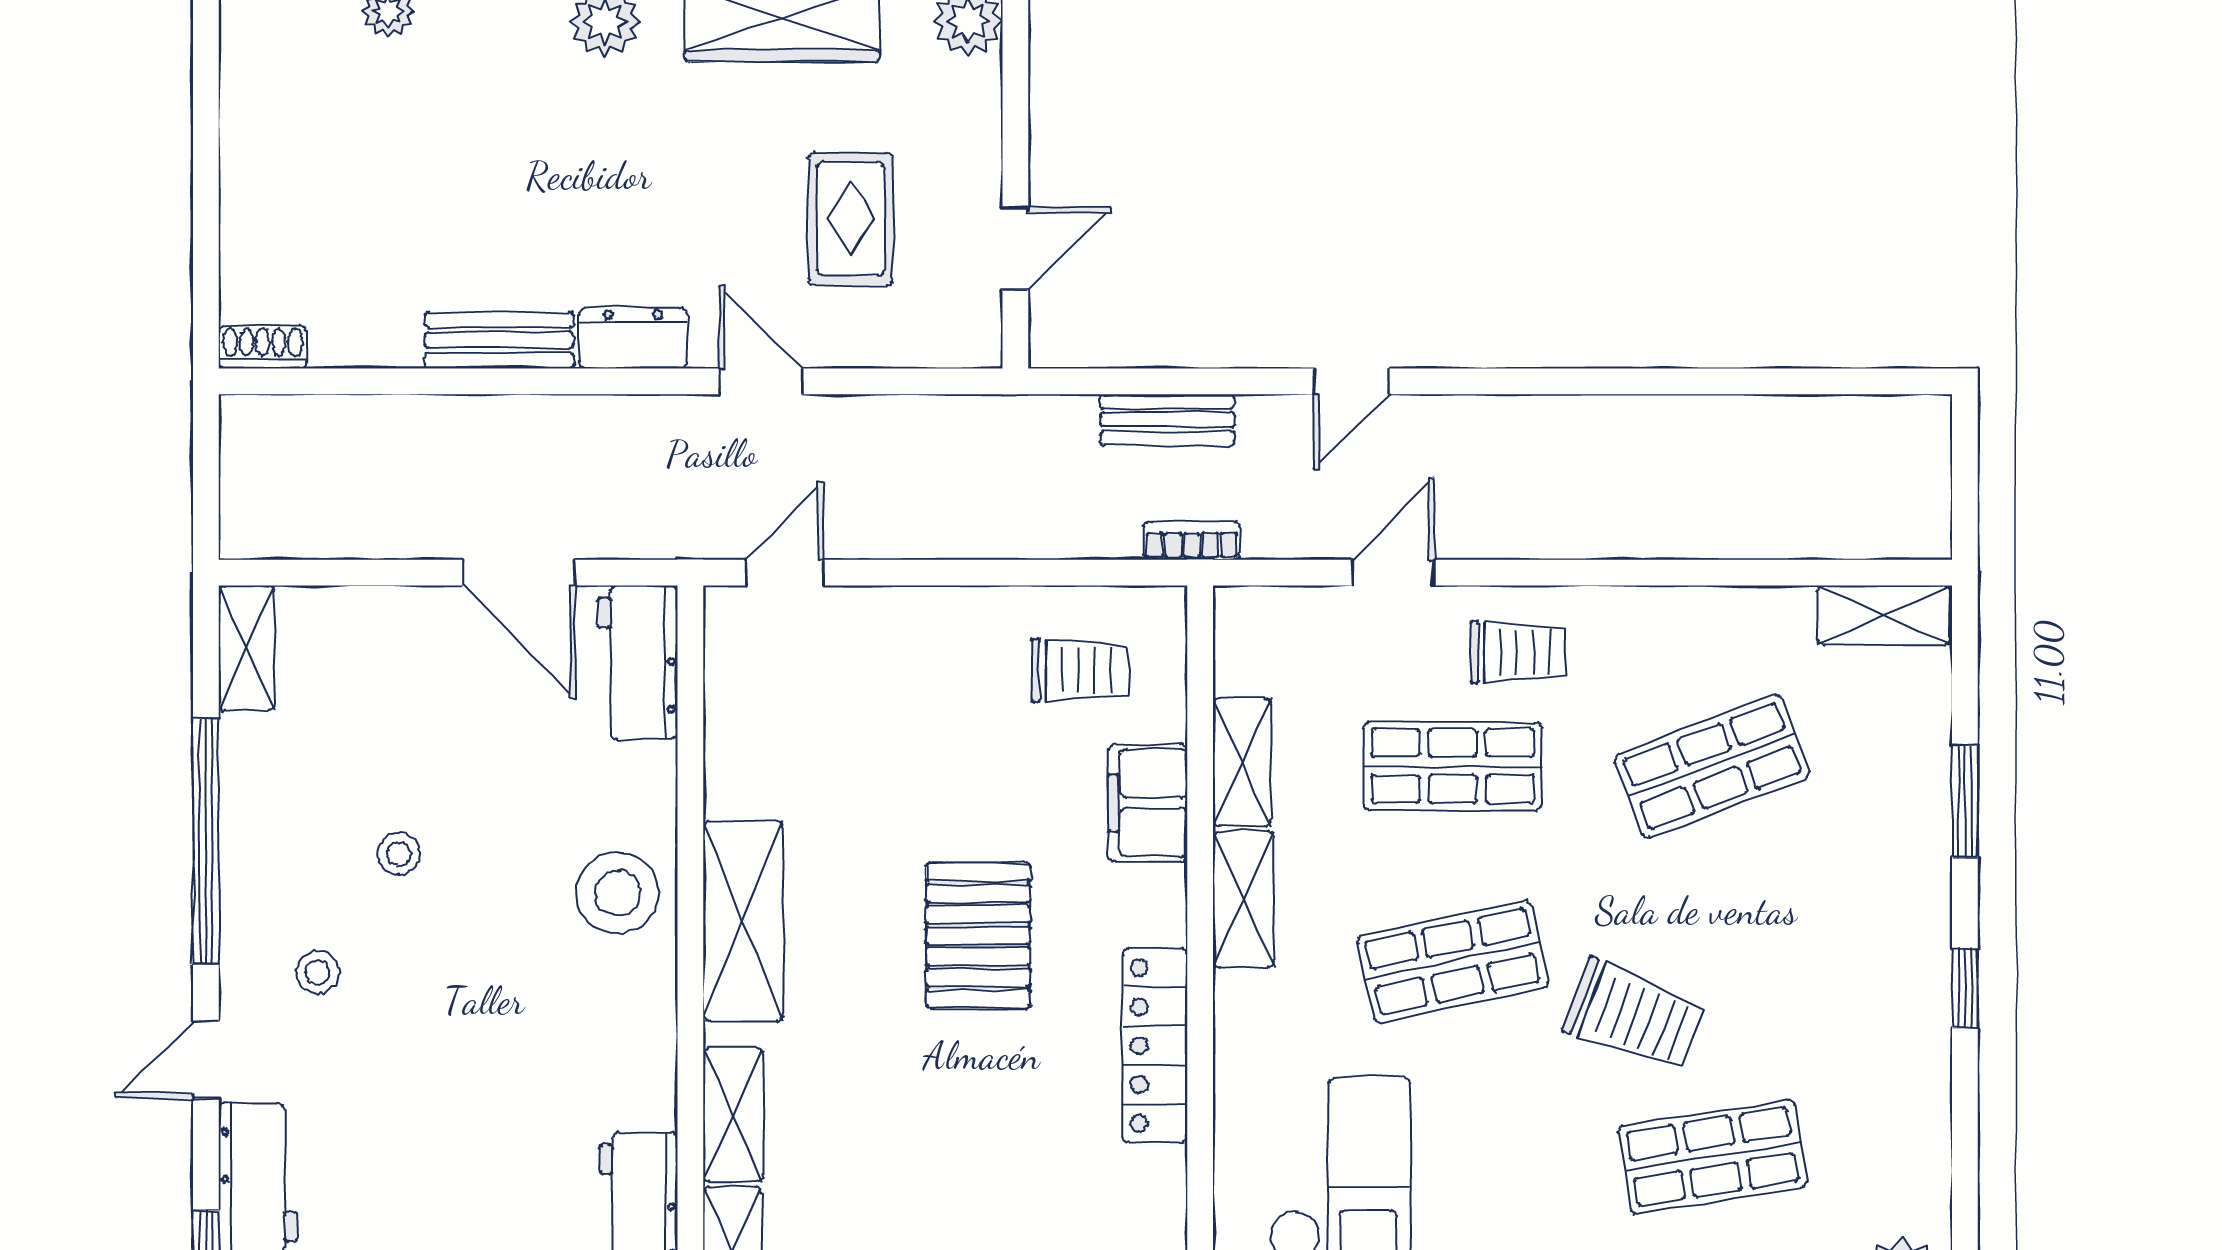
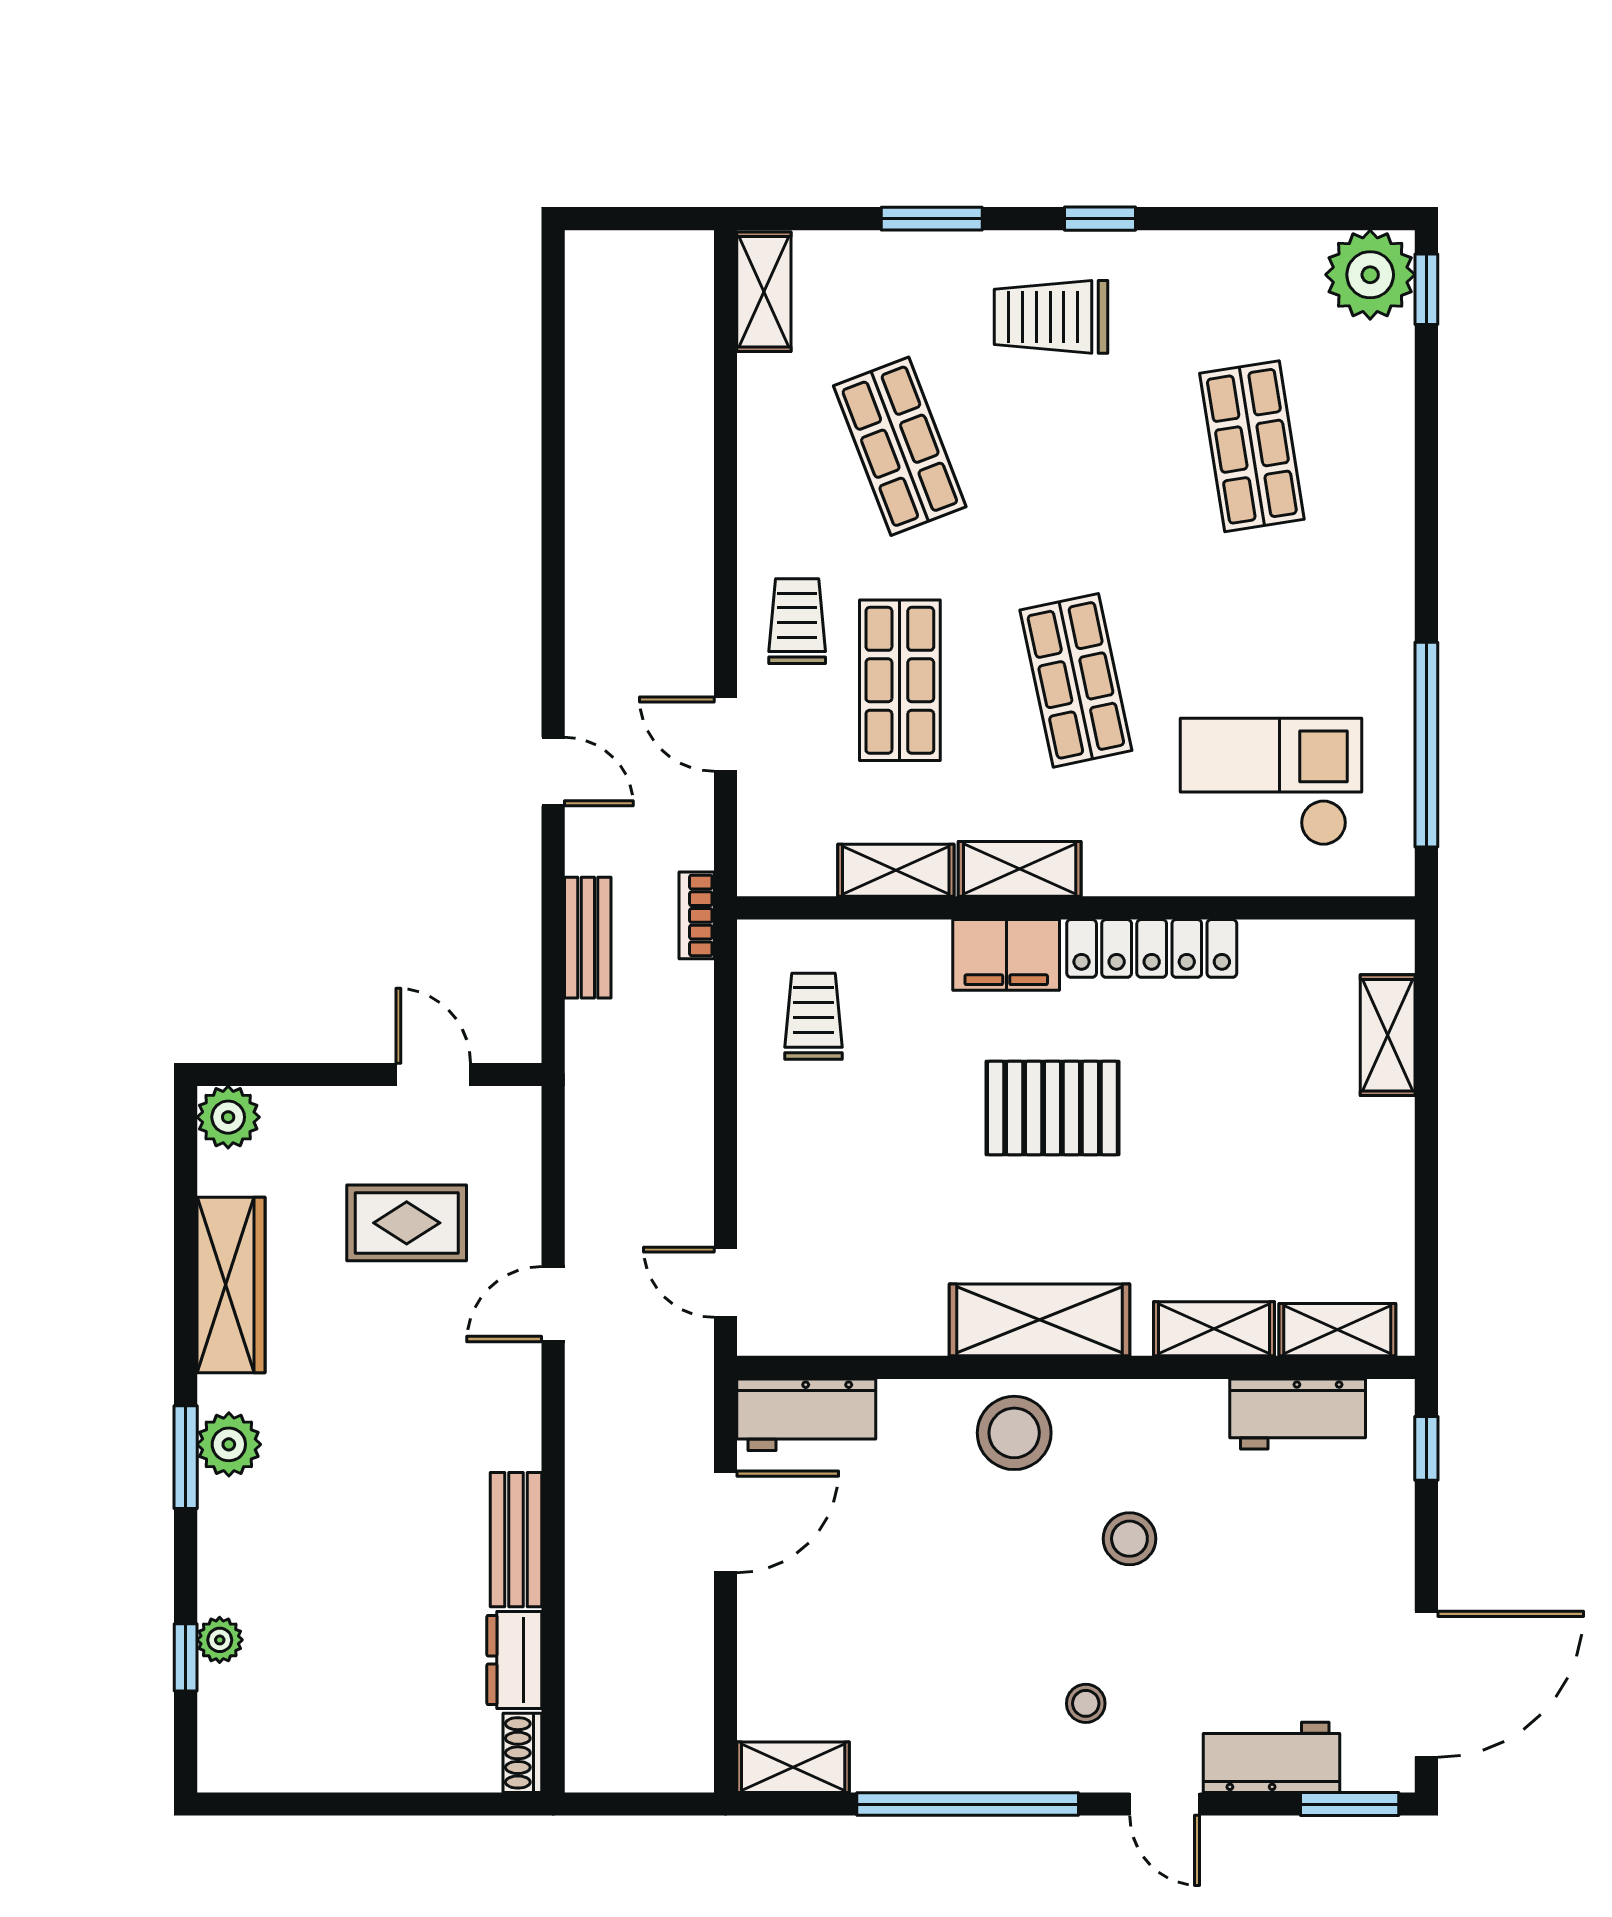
dresser: (633, 338) -> (514, 1660), moved
filing cabinet: (1148, 803) -> (1006, 955), moved
stool: (399, 854) -> (1129, 1539), moved, width x1.37, depth x1.37
trolley: (1634, 1016) -> (1051, 317), moved, turned -111

